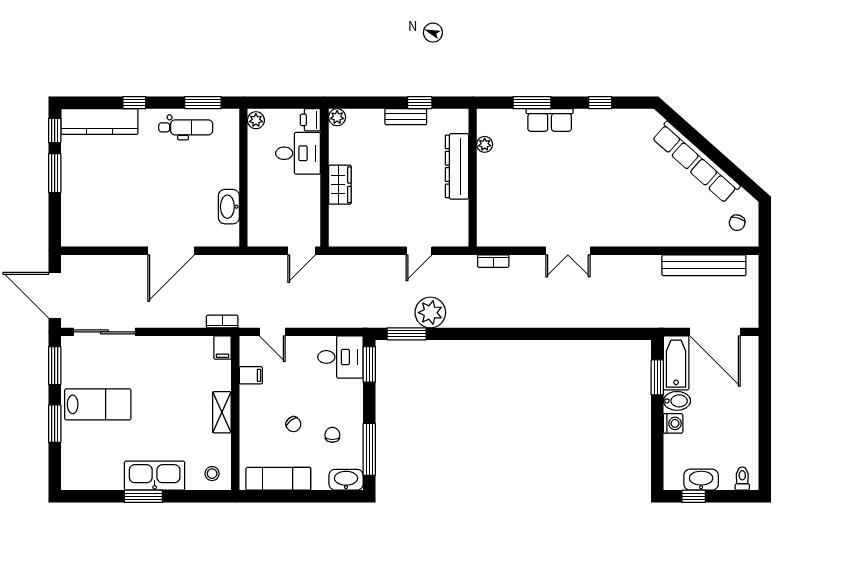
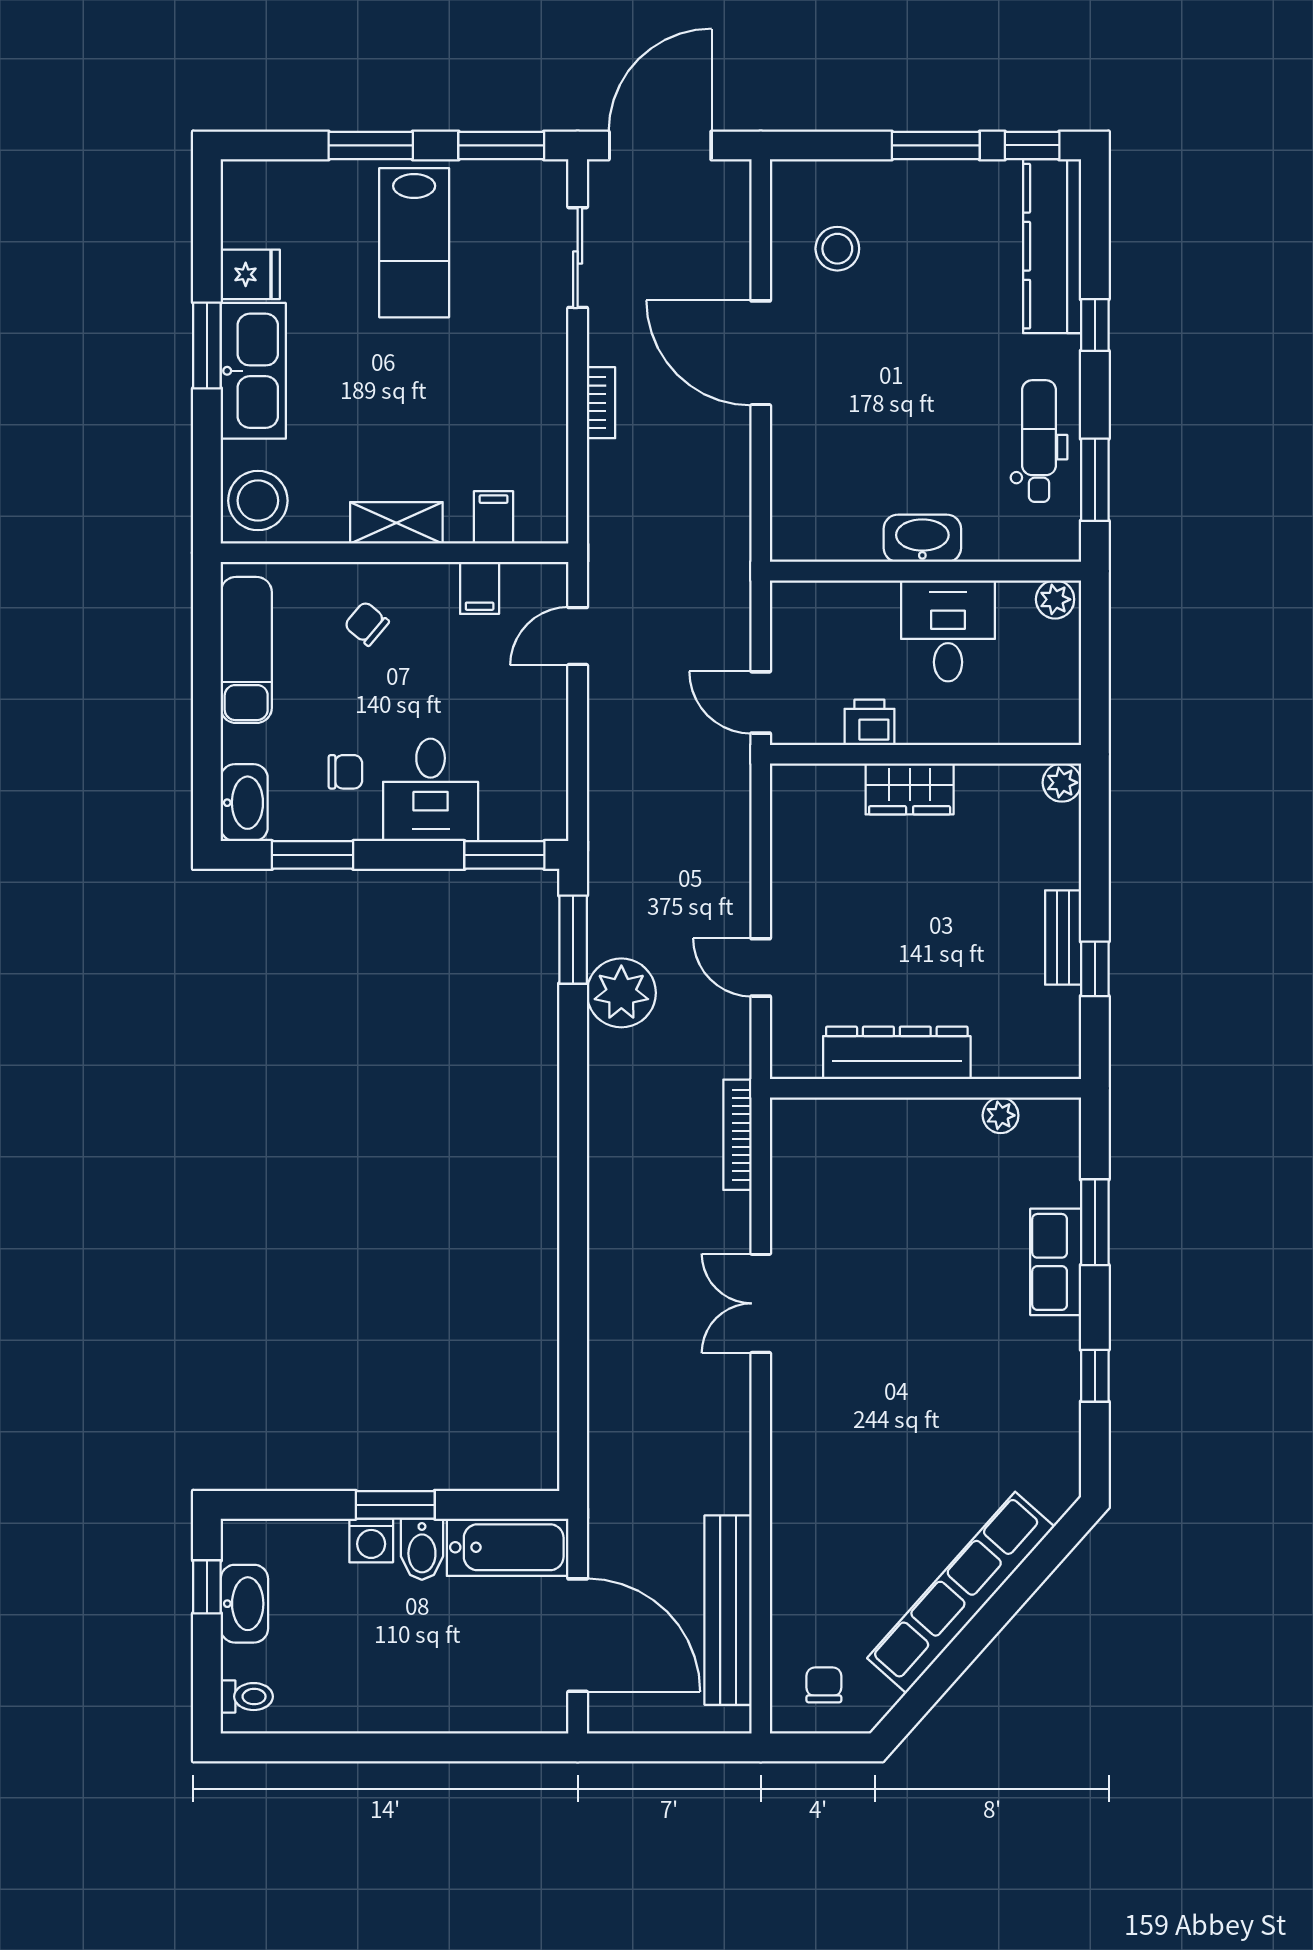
printer: (310, 120) -> (869, 722), moved
dental chair: (186, 127) -> (1039, 441), turned 180
desk: (298, 153) -> (948, 631), moved, turned 180
dresser: (457, 166) -> (897, 1053), moved
washbasin: (229, 207) -> (922, 538), moved
stool: (100, 217) -> (837, 249), added
chair: (737, 223) -> (824, 1685), turned 71
door: (171, 251) -> (761, 353), moved
bookcase: (493, 261) -> (737, 1135), width x1.56
bookcase: (222, 322) -> (601, 403), moved
sliding door: (104, 332) -> (578, 258), width x0.73
door: (715, 332) -> (578, 1635), swing flipped
filing cabinet: (222, 348) -> (494, 517), moved, turned 90
desk: (340, 357) -> (431, 790), moved
window: (657, 377) -> (395, 1505), moved
chair: (293, 424) -> (367, 624), moved, turned 80
window: (369, 449) -> (313, 855), width x0.69
stool: (212, 474) -> (258, 501), width x1.89, depth x1.89
fridge: (112, 477) -> (250, 274), added

